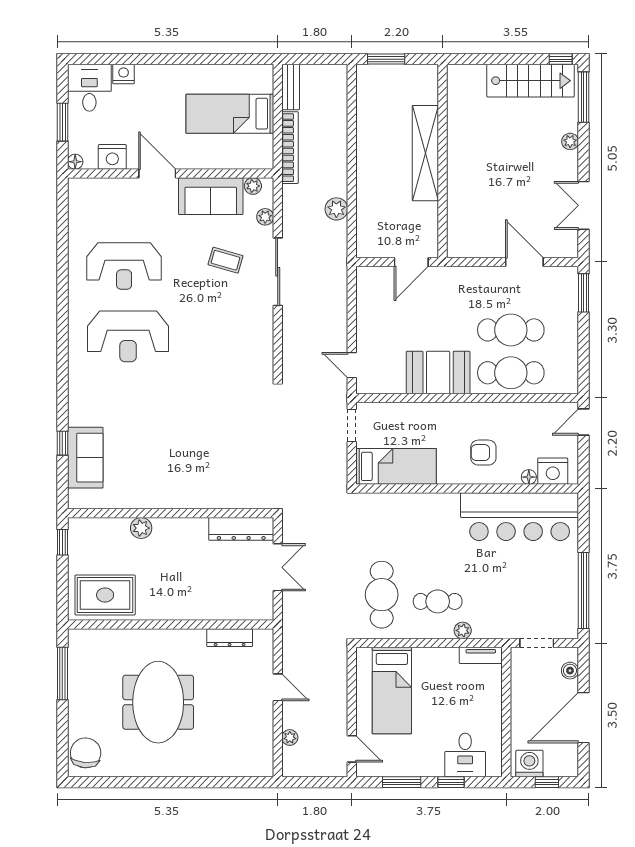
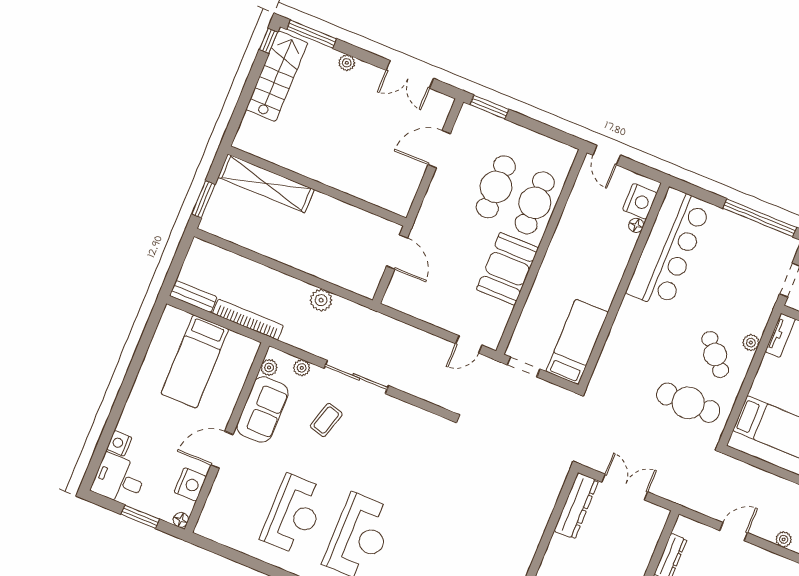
shelving: (425, 153) -> (266, 183), moved
armchair: (483, 453) -> (597, 257), removed
cafe table: (438, 601) -> (715, 354), turned -41

